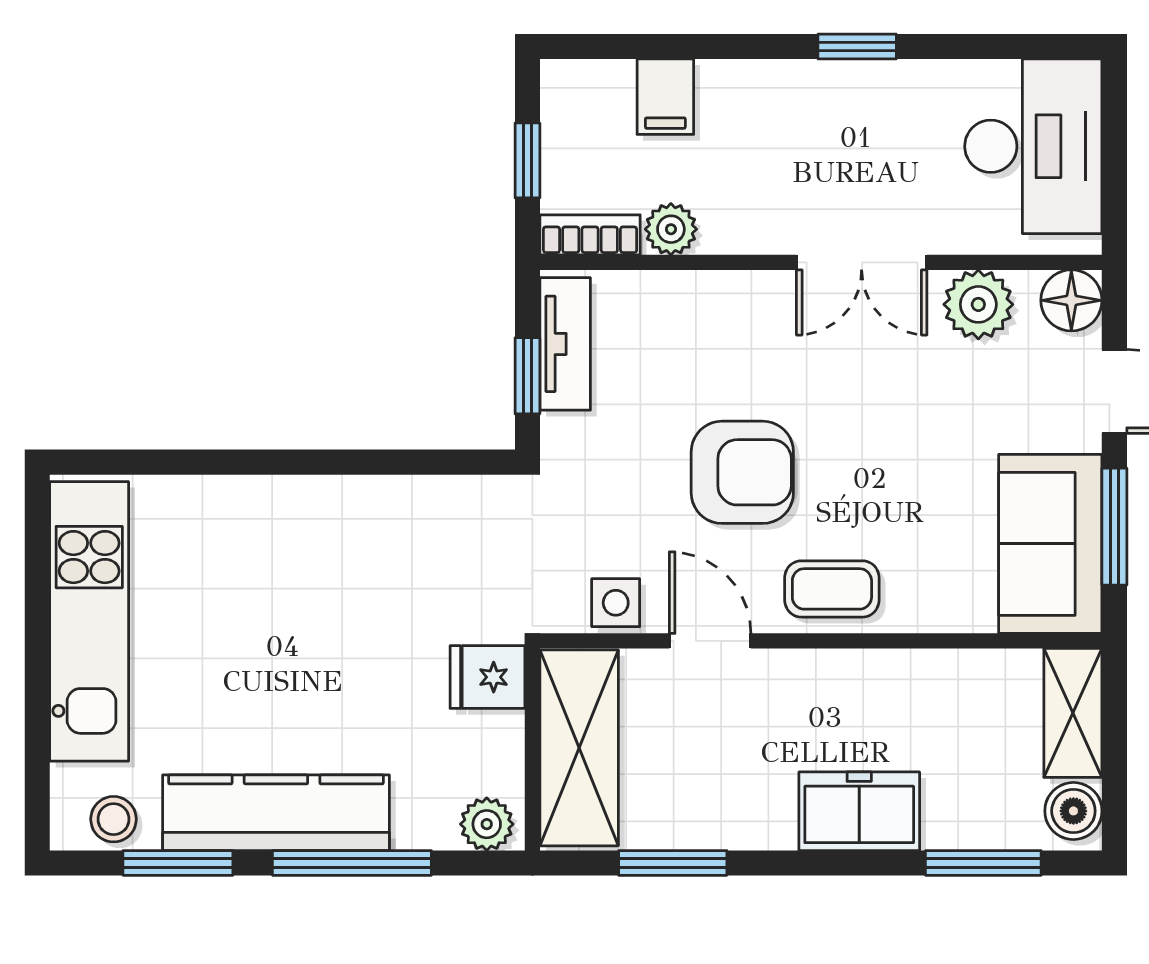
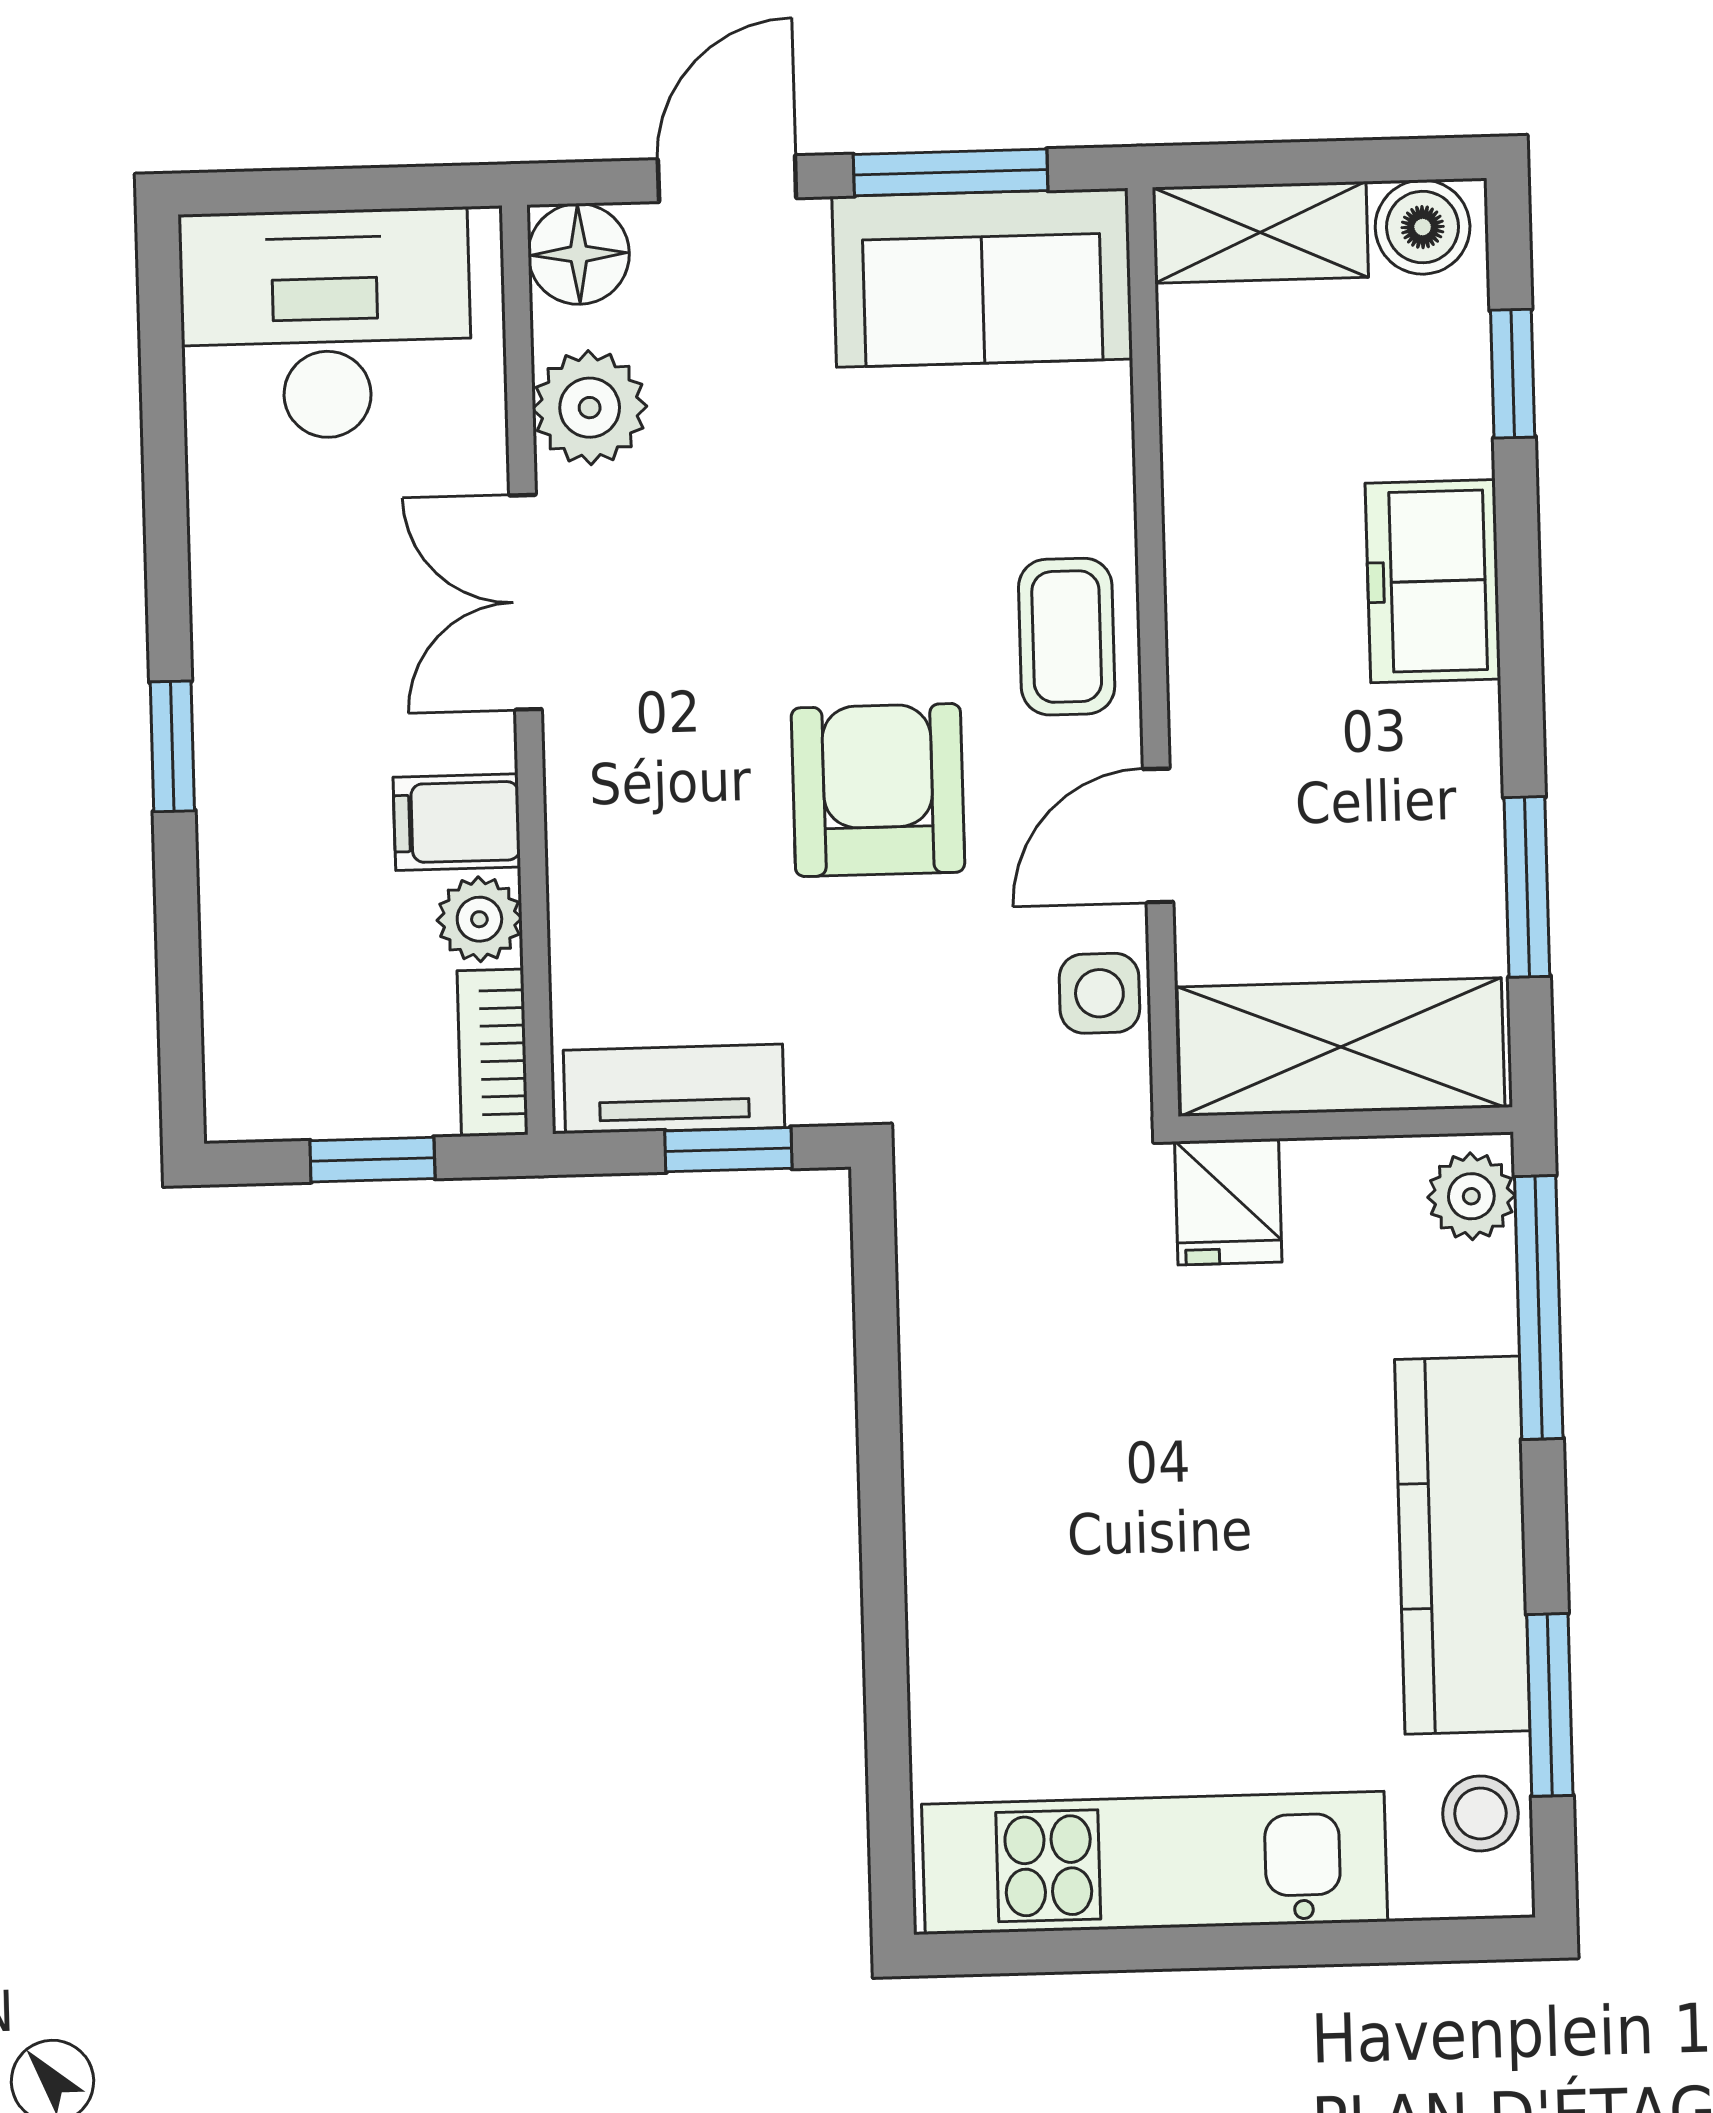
window: (857, 46) -> (172, 746), moved
filing cabinet: (665, 97) -> (457, 822), moved, turned 180
double door: (862, 262) -> (525, 602), swing flipped
window: (352, 863) -> (1539, 1307), moved
window: (983, 863) -> (1513, 374), width x0.67

